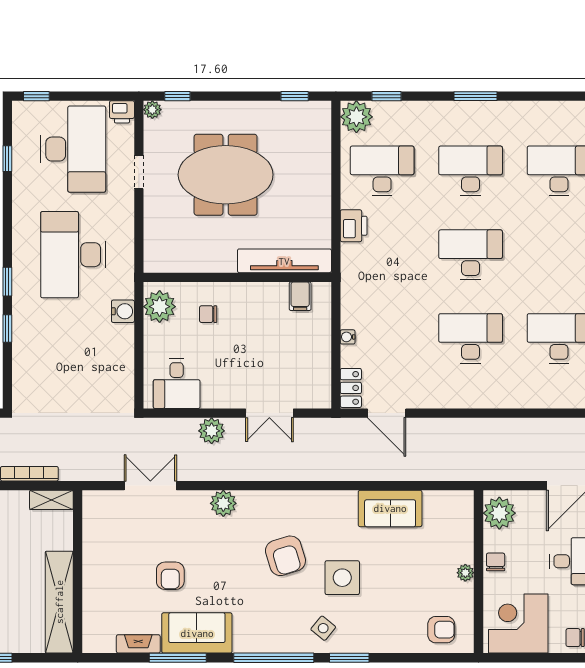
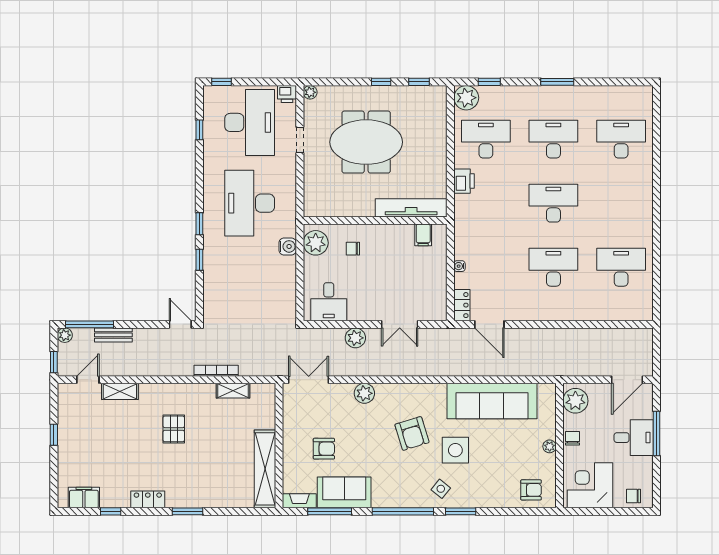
window: (177, 96) -> (381, 82), moved
sofa: (390, 508) -> (492, 401), width x1.85, depth x1.27
wall: (78, 572) -> (279, 446), moved
armchair: (170, 576) -> (324, 449), turned -90
shelving: (59, 602) -> (265, 469), moved

